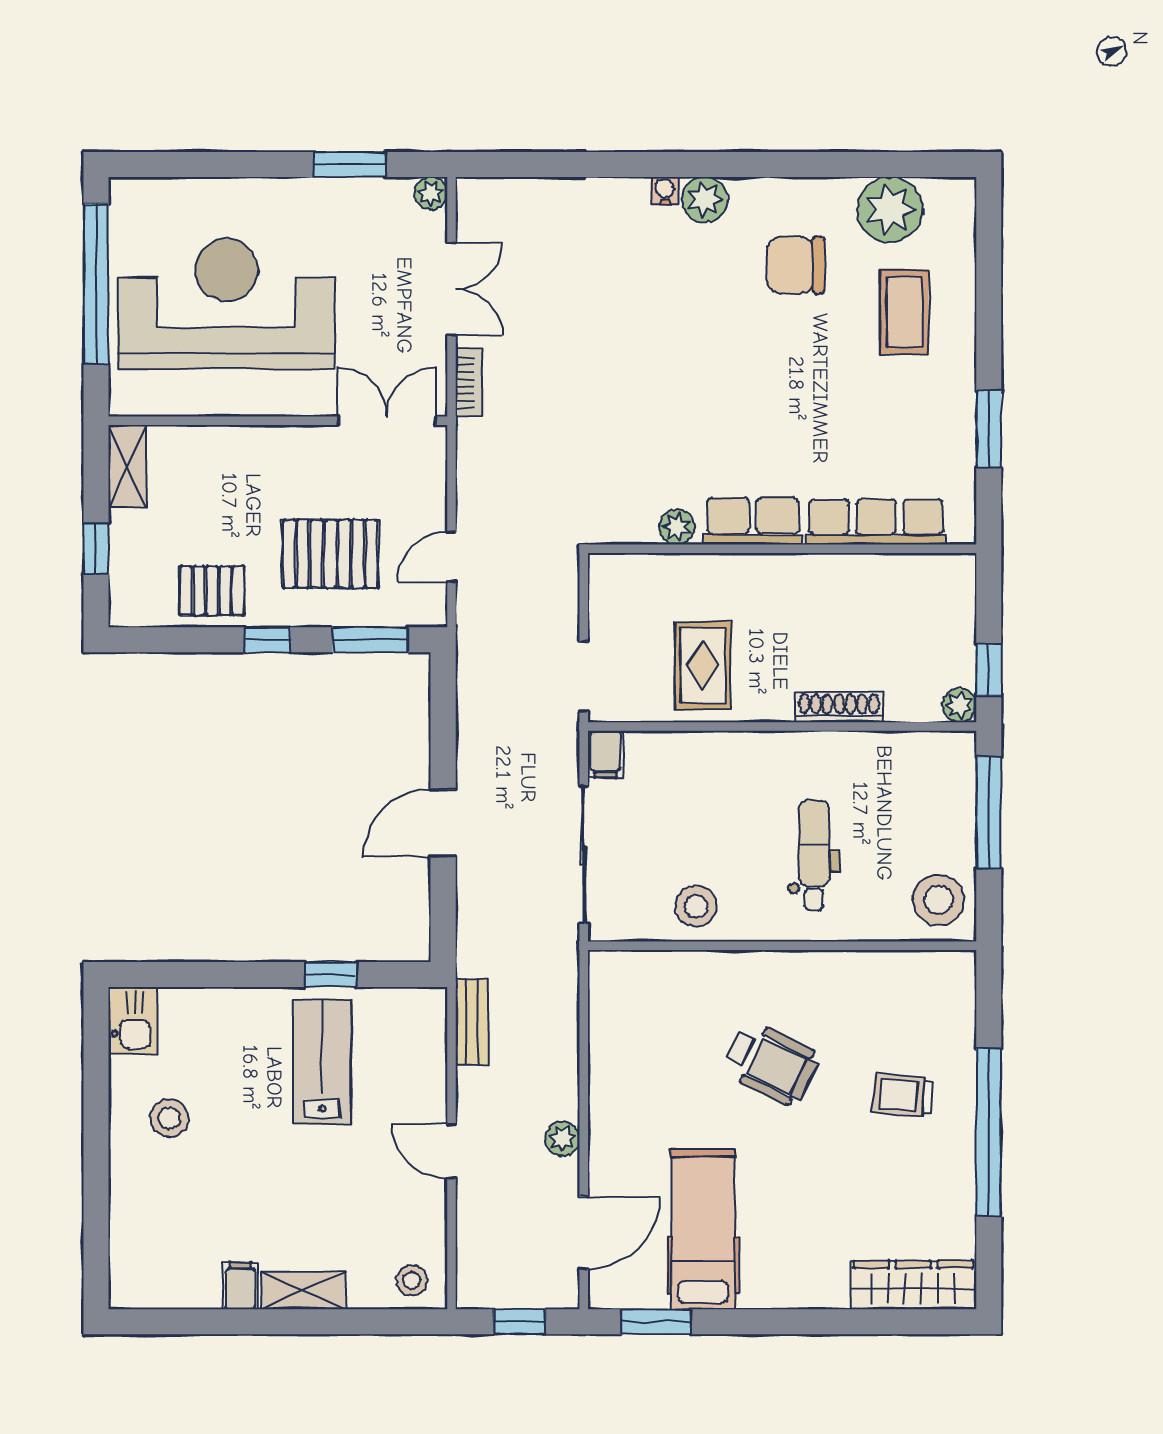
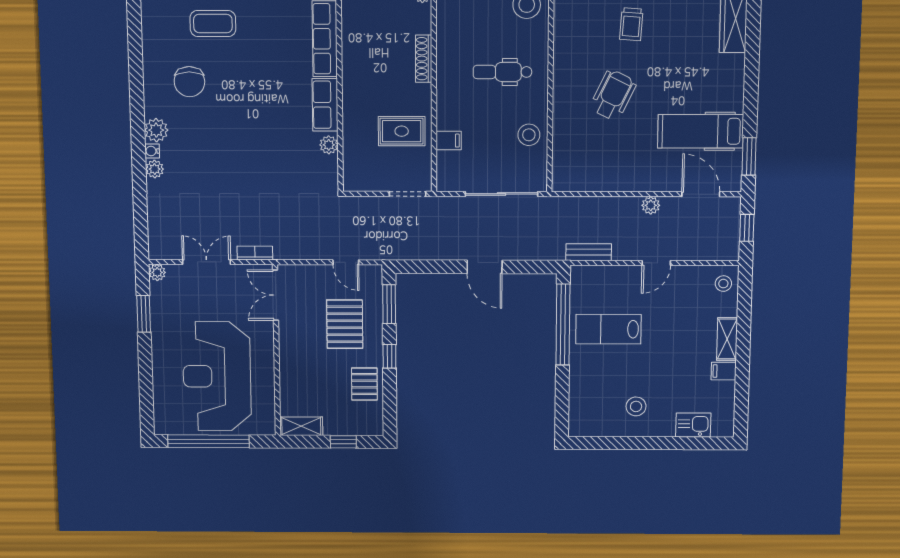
plant: (890, 209) -> (155, 169), moved, width x0.53, depth x0.53
filing cabinet: (605, 754) -> (449, 141), moved
window: (331, 975) -> (563, 325), width x3.17
kitchen sink: (133, 1021) -> (693, 425), moved

